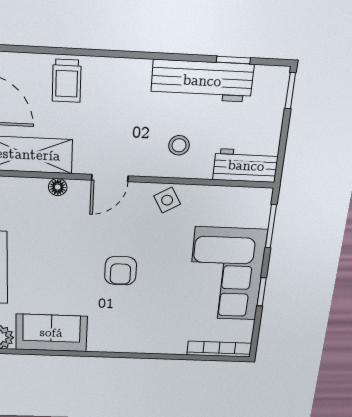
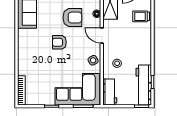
workbench: (202, 81) -> (144, 85), moved
armchair: (65, 241) -> (72, 18), added
corner sofa: (226, 274) -> (77, 89), moved

